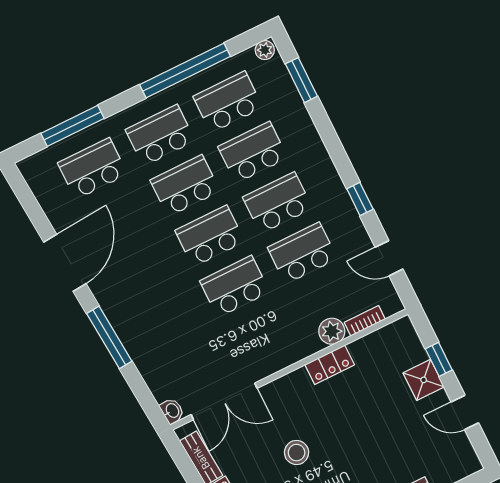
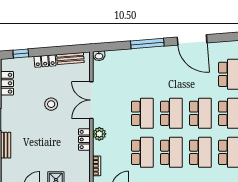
plant: (332, 331) -> (99, 134), moved
double door: (224, 401) -> (91, 100), moved

